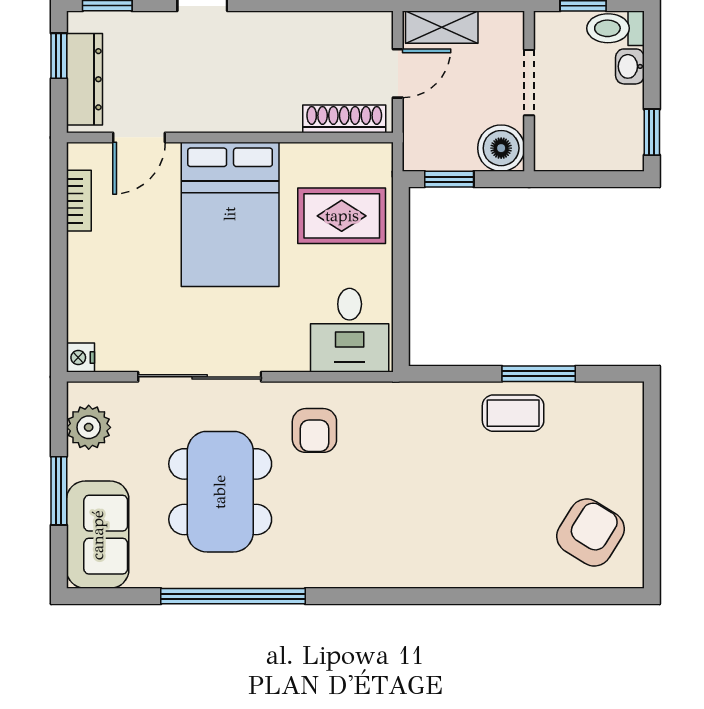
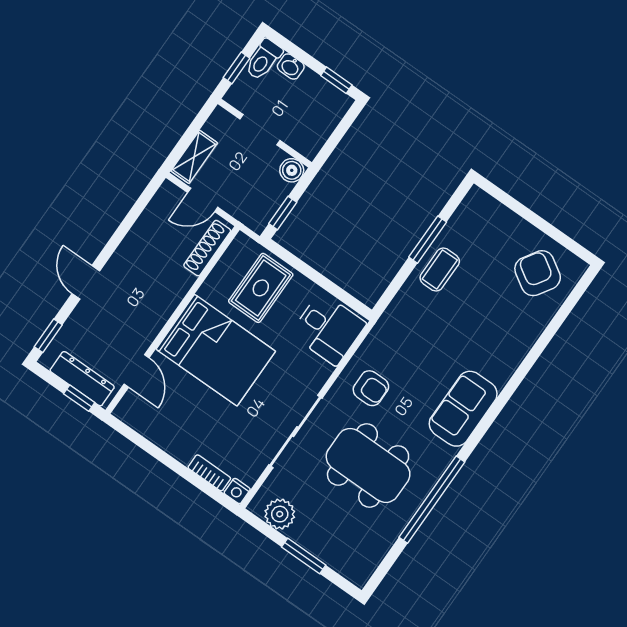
window: (59, 56) -> (79, 398), moved
door: (398, 73) -> (203, 200), swing flipped
boiler: (501, 148) -> (292, 170), width x0.73, depth x0.73
bookcase: (79, 201) -> (209, 473), moved
sofa: (98, 535) -> (463, 409), moved, turned -90

